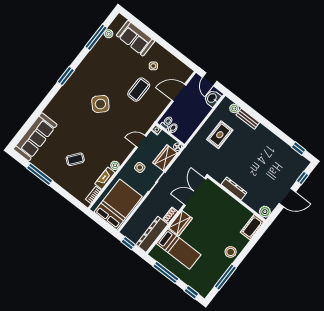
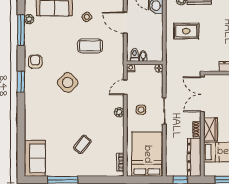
armchair: (88, 69) -> (35, 62), added
coffee table: (139, 90) -> (90, 46), turned 90
door: (179, 93) -> (125, 23), hinge flipped
rug: (220, 135) -> (186, 31), turned 90
sofa: (35, 137) -> (35, 158), width x0.73
wardrobe: (165, 158) -> (156, 85), removed
plant: (115, 165) -> (119, 112), moved
fireplace: (105, 178) -> (119, 141), removed

